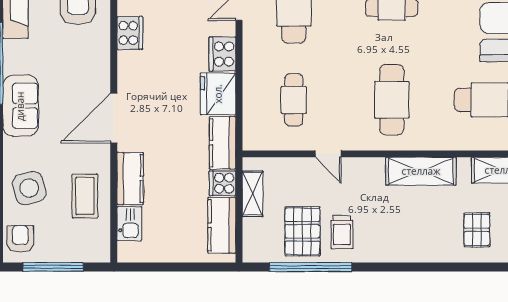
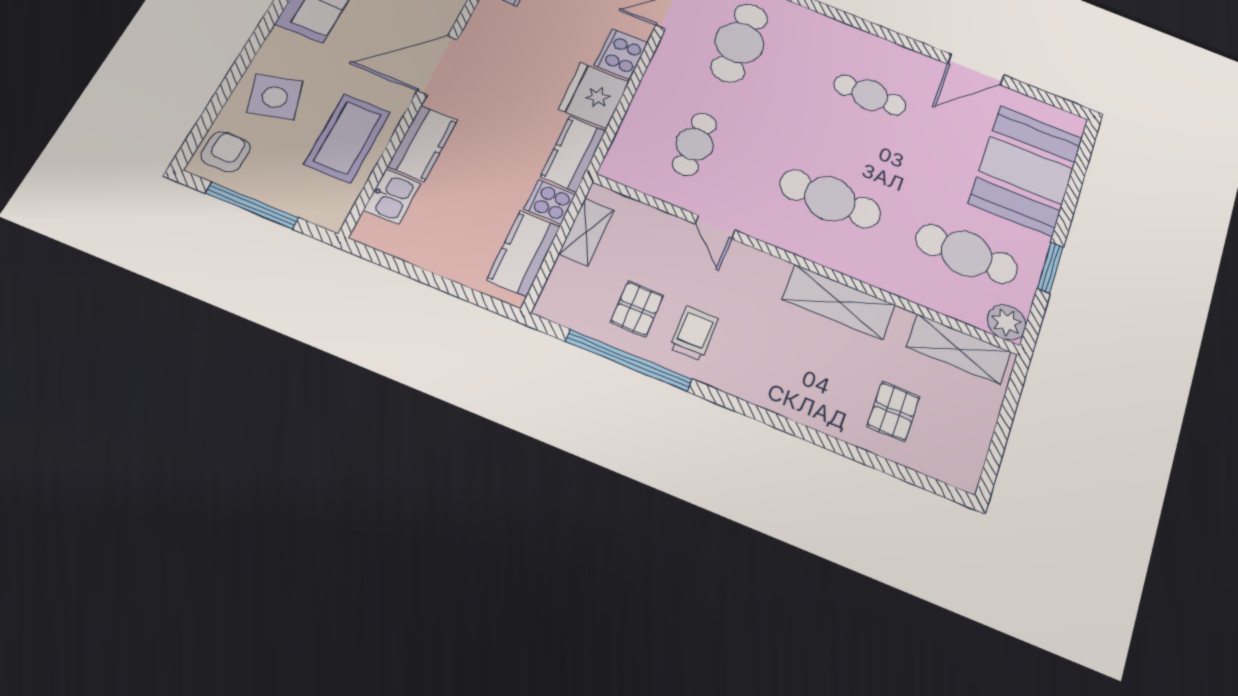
cafe table: (392, 100) -> (830, 199), turned 90
coffee table: (85, 196) -> (347, 138), width x1.36, depth x1.32
pallet: (302, 231) -> (637, 309), width x0.67, depth x0.71
trolley: (342, 232) -> (694, 333), turned 180

